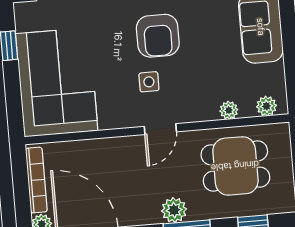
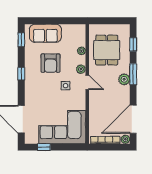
armchair: (158, 36) -> (51, 63), moved, turned 90
plant: (266, 106) -> (81, 69), moved

